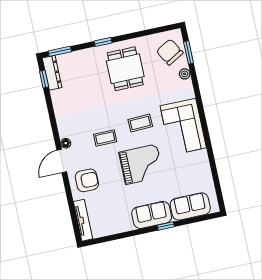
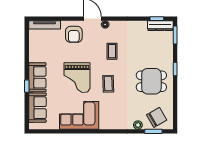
corner sofa: (183, 127) -> (79, 115), moved
coffee table: (105, 138) -> (112, 51), moved

